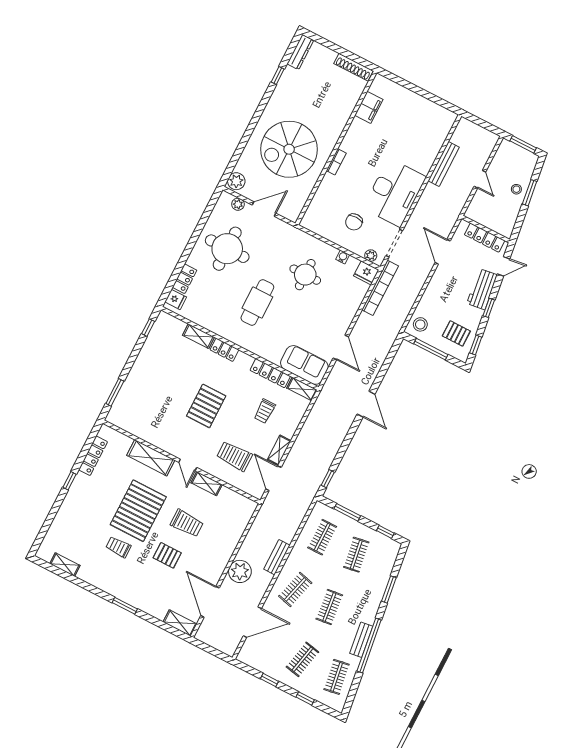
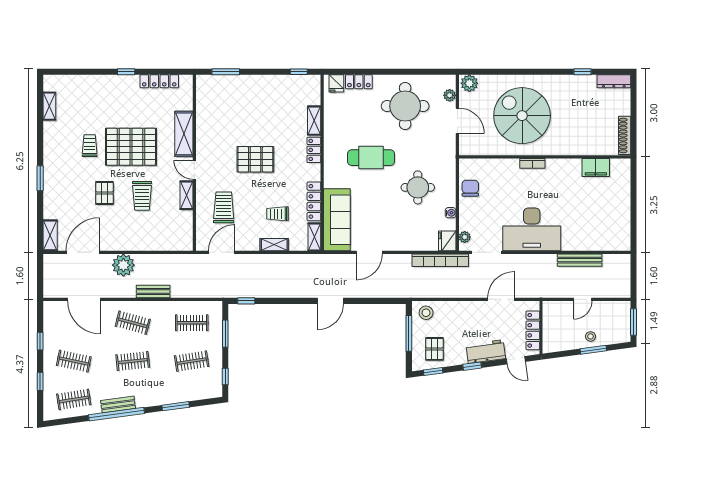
chair: (354, 222) -> (470, 188), moved, turned 90
sofa: (304, 365) -> (337, 220), width x1.36
shelving: (279, 450) -> (274, 245), moved
door: (188, 465) -> (194, 170), hinge flipped

